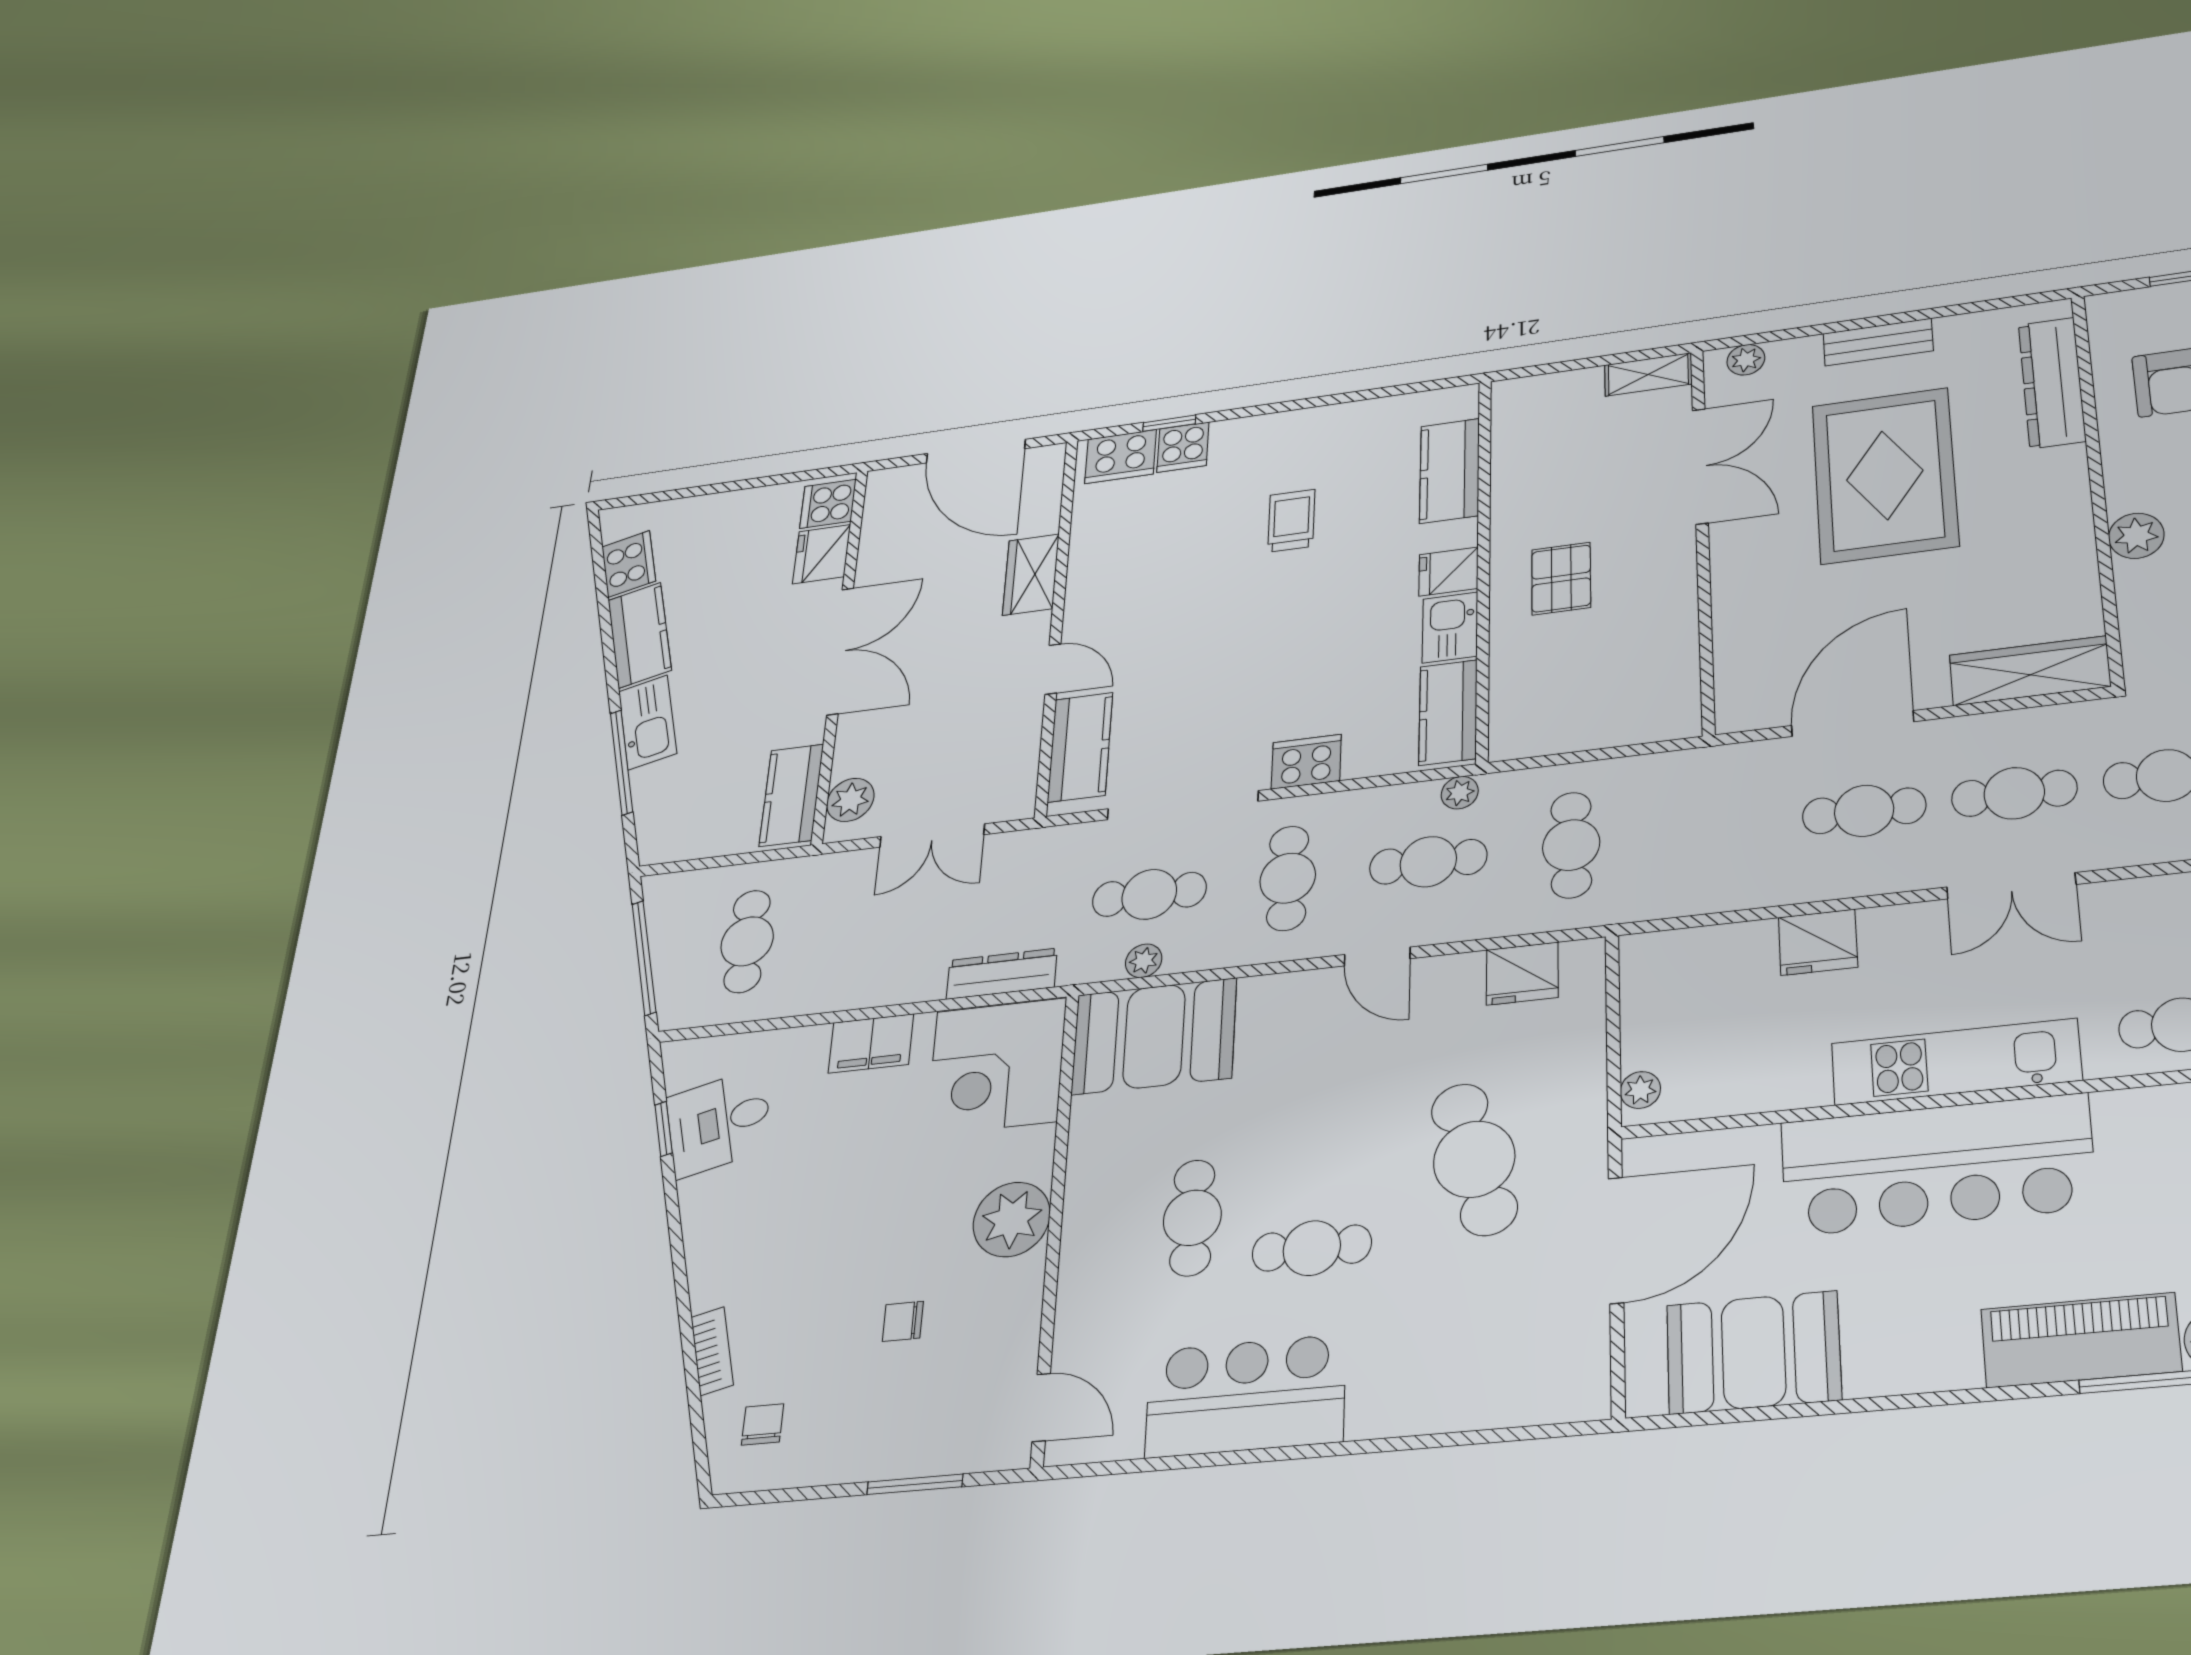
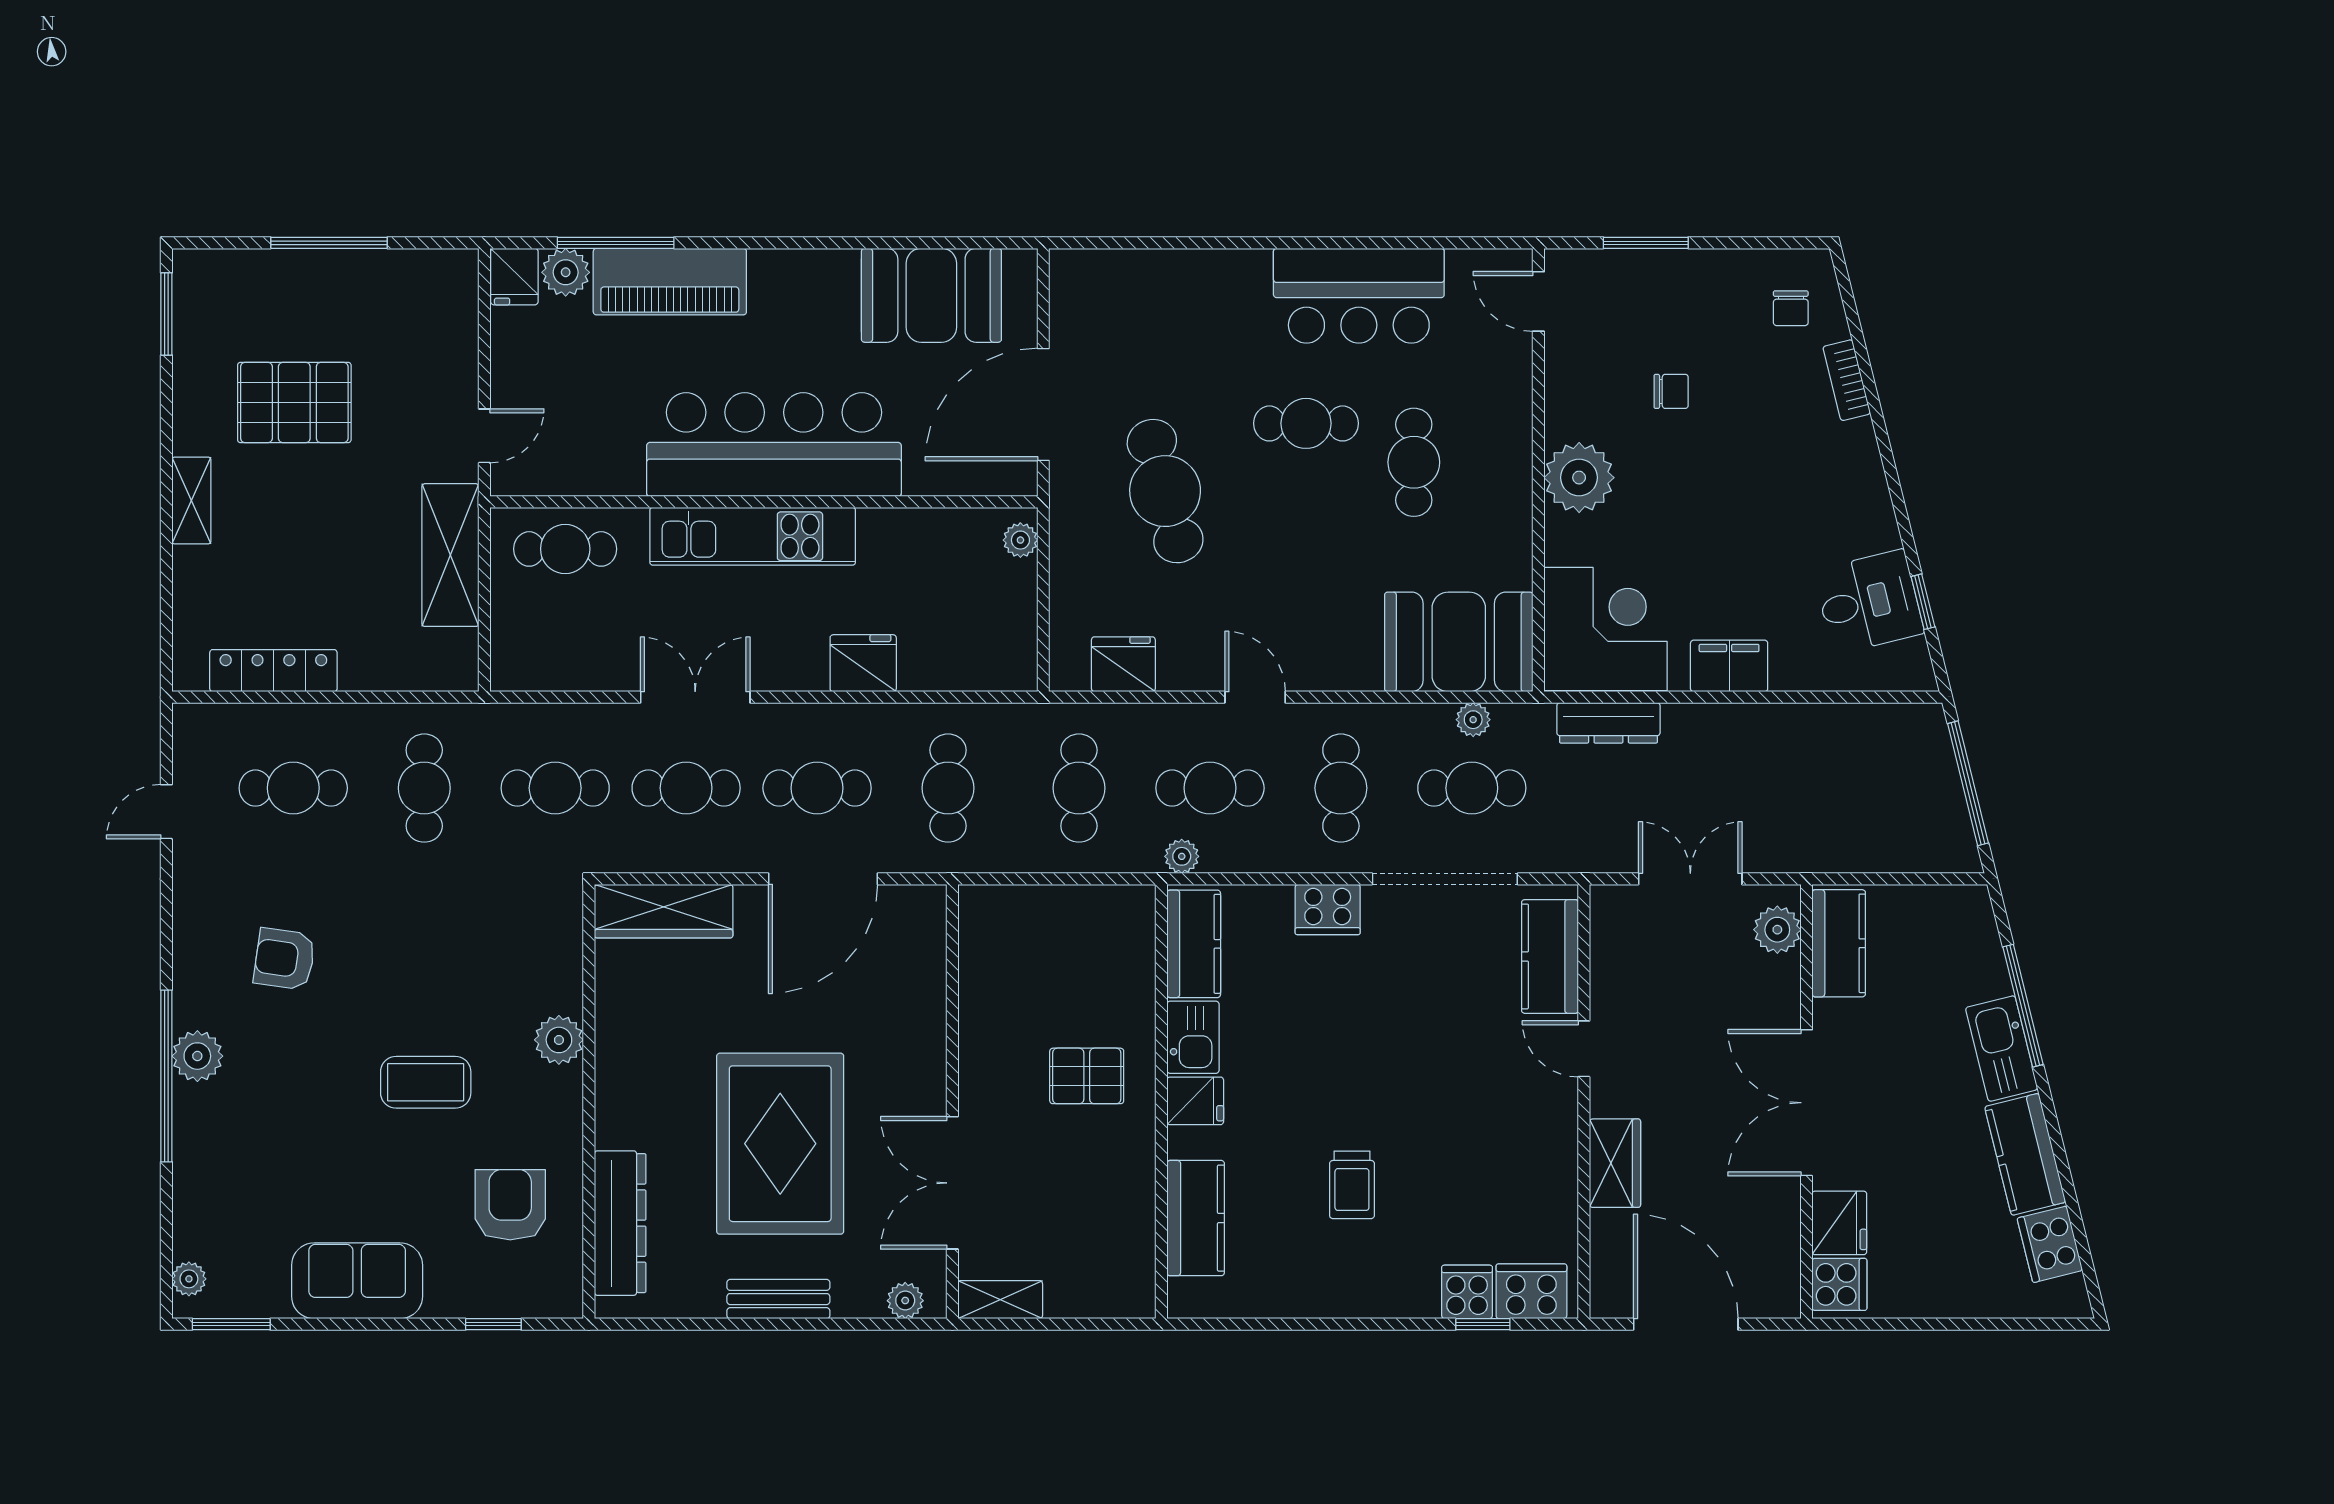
pallet: (1561, 579) -> (1087, 1076), turned 90
cafe table: (747, 941) -> (948, 788), moved

